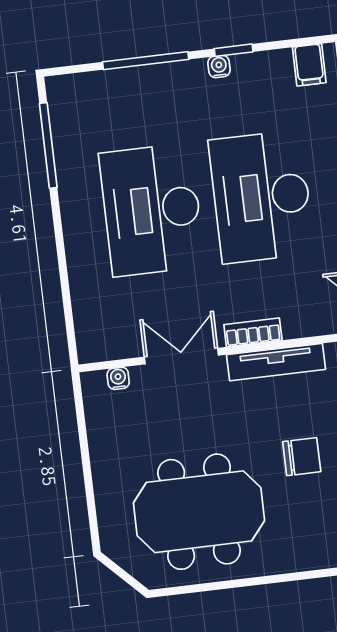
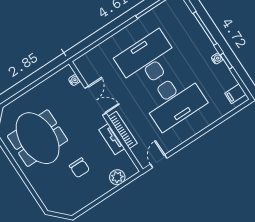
desk: (261, 197) -> (174, 101), turned 180
bookcase: (253, 332) -> (123, 130), width x1.56
tv unit: (276, 362) -> (112, 139), width x0.71

